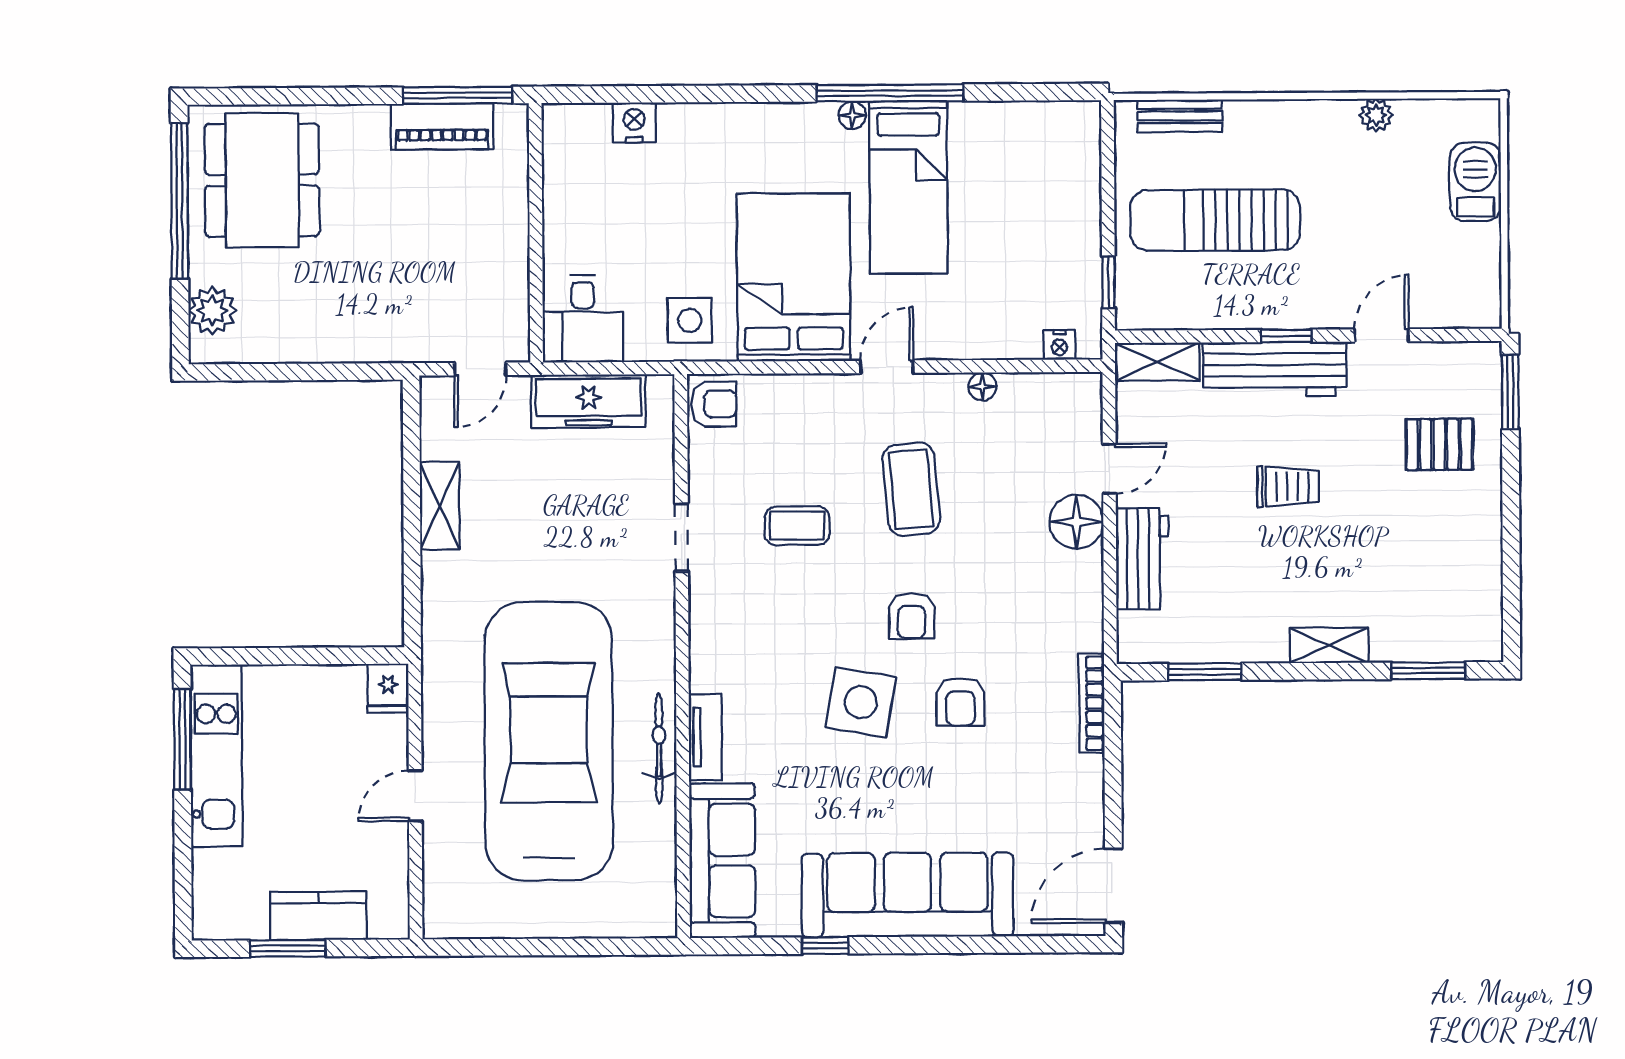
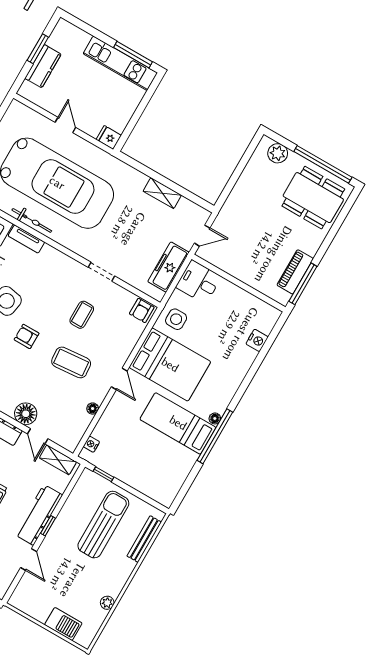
bench: (1180, 116) -> (144, 539), width x1.36
shelving: (1157, 362) -> (58, 460), moved, turned 90
door: (480, 369) -> (202, 236), swing flipped

